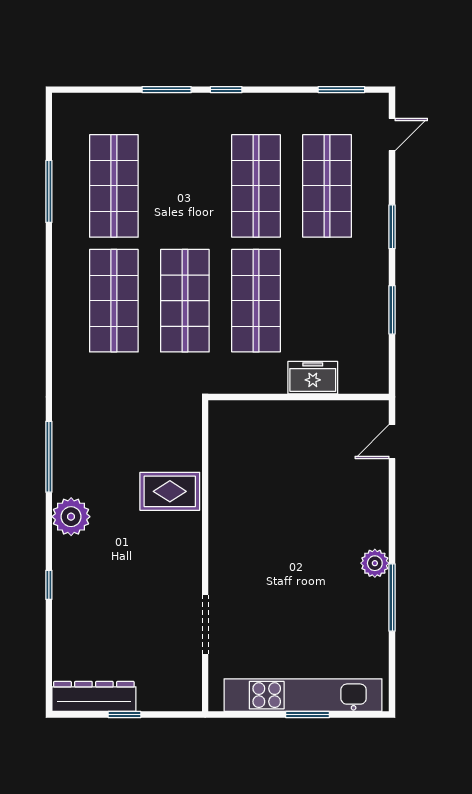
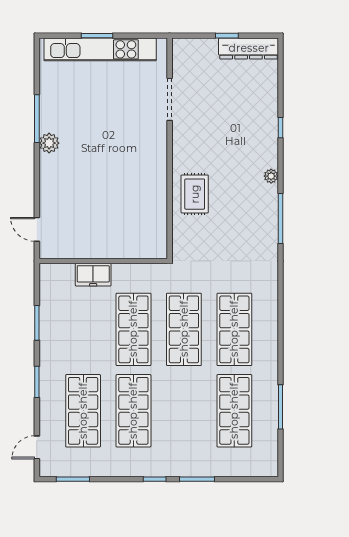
door: (392, 442) -> (37, 229), swing flipped
rug: (170, 491) -> (195, 194), turned 90
plant: (71, 517) -> (271, 176), width x0.53, depth x0.53

